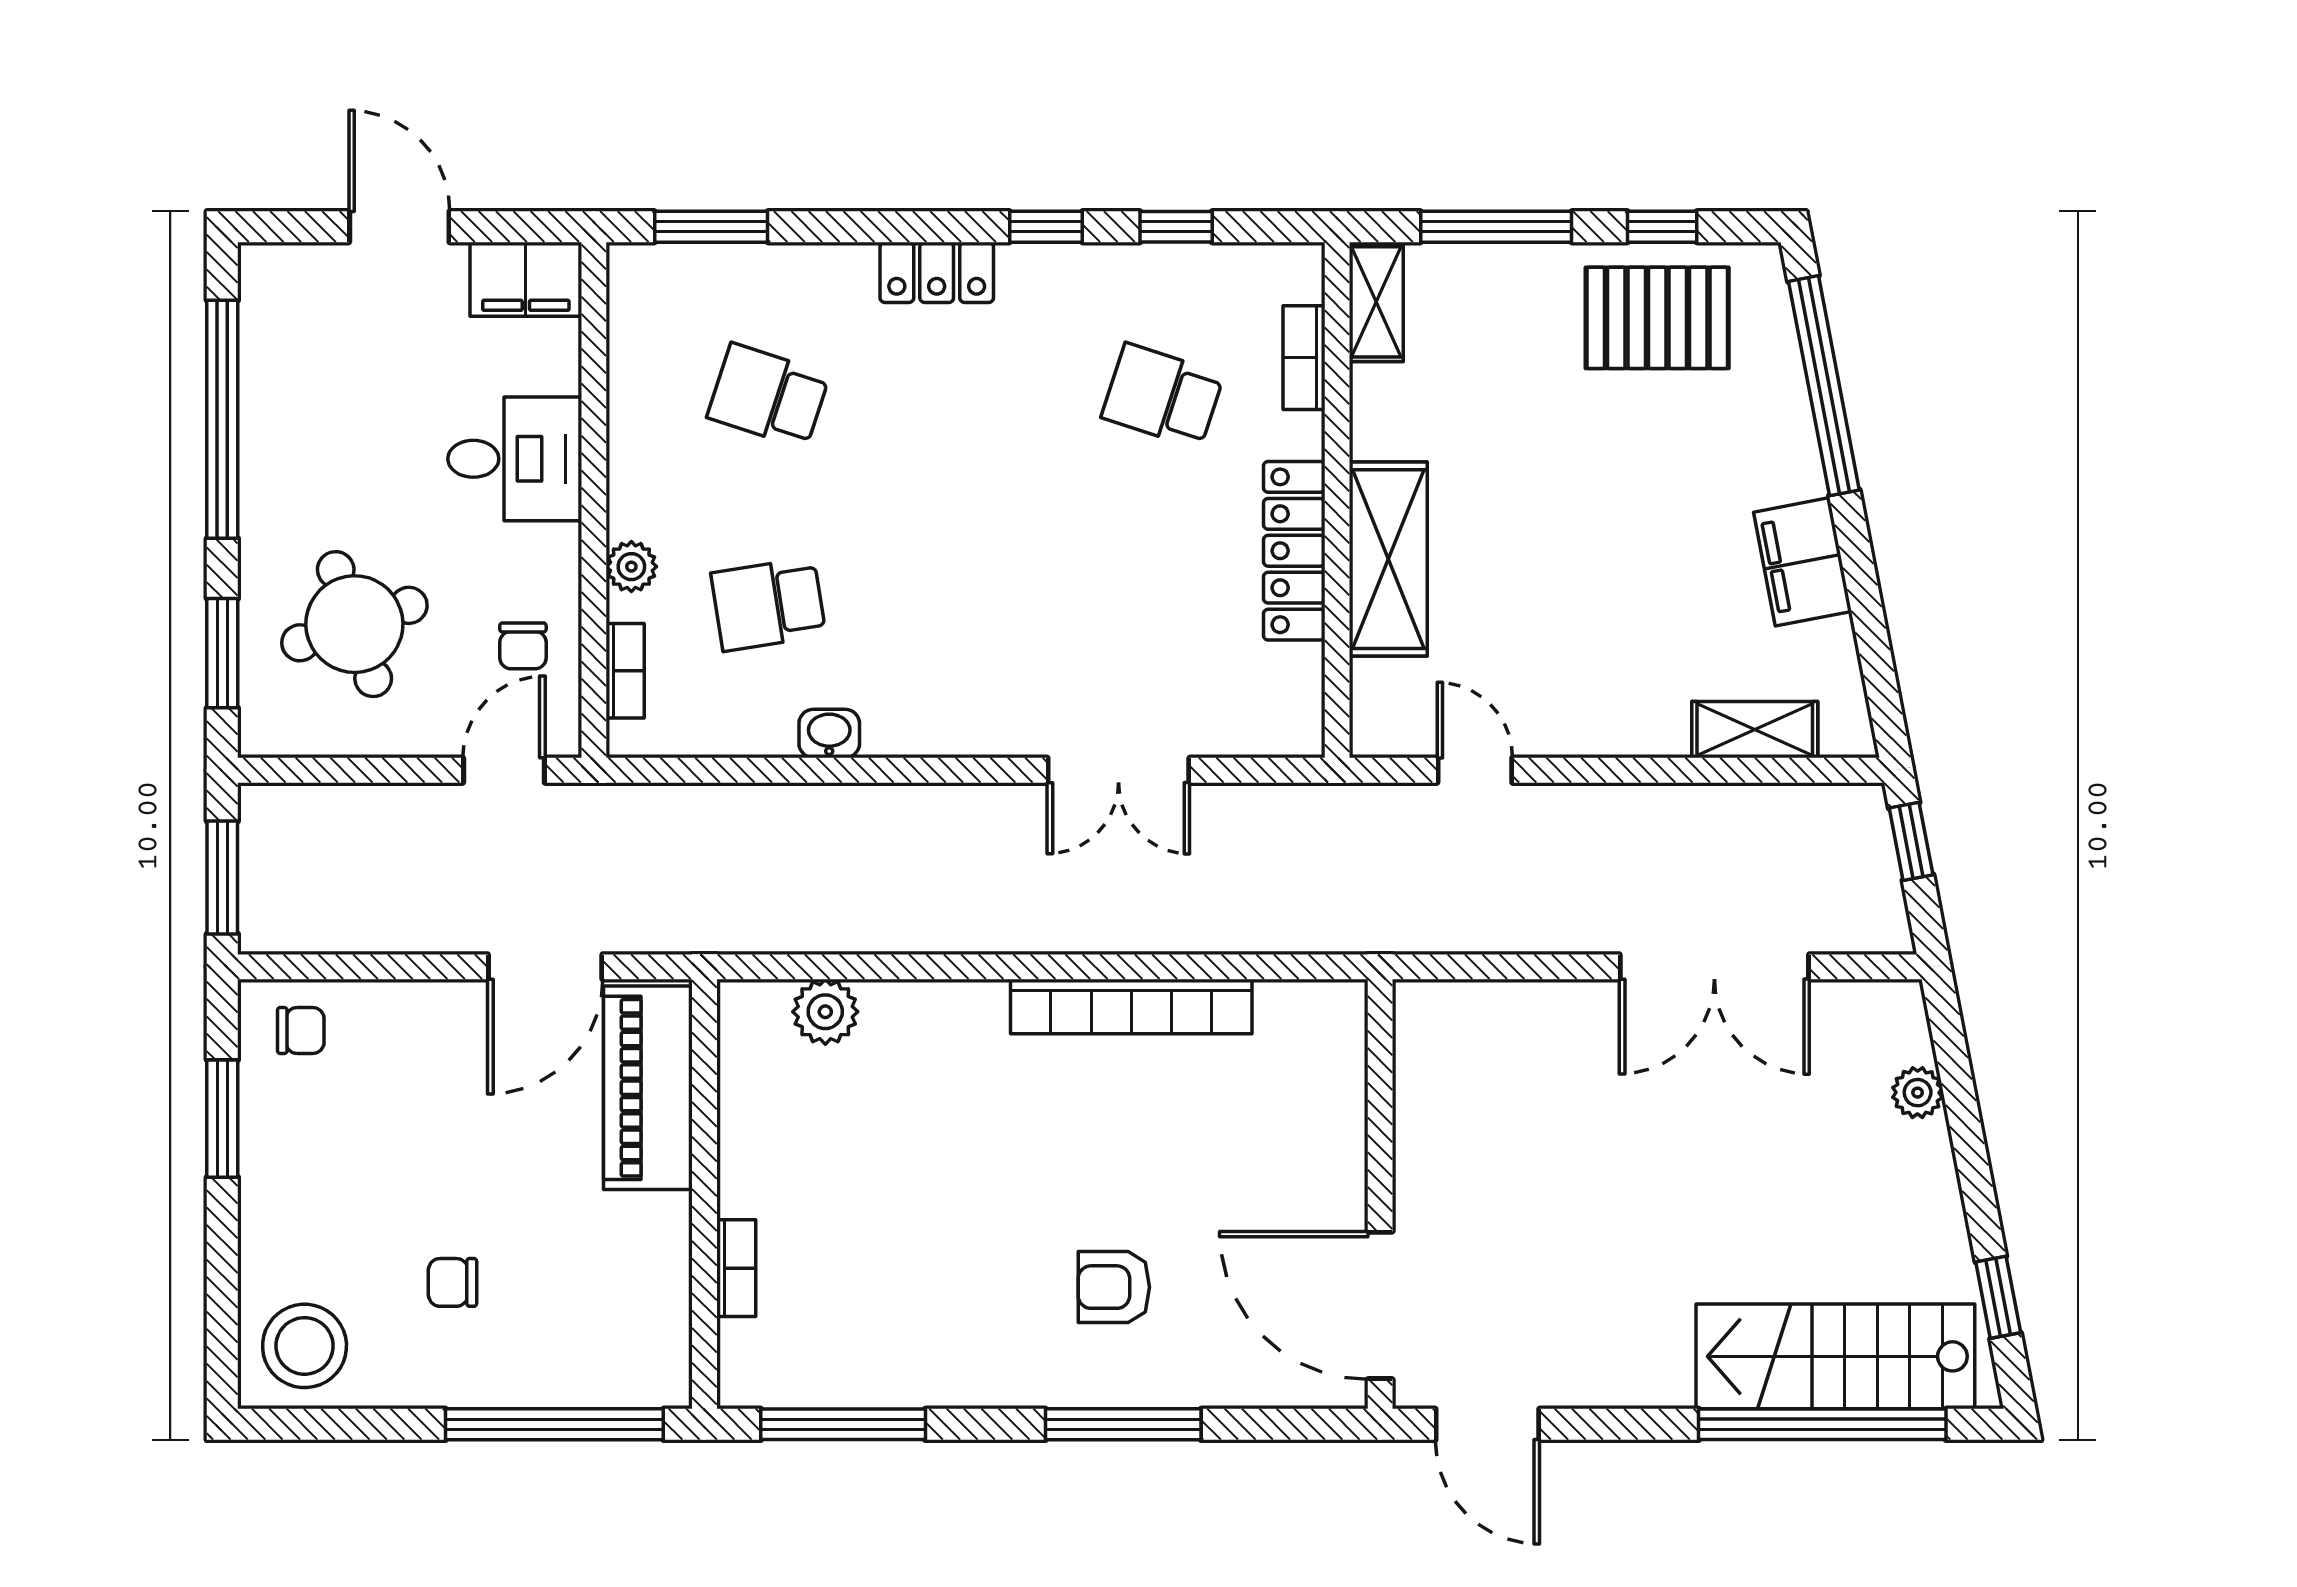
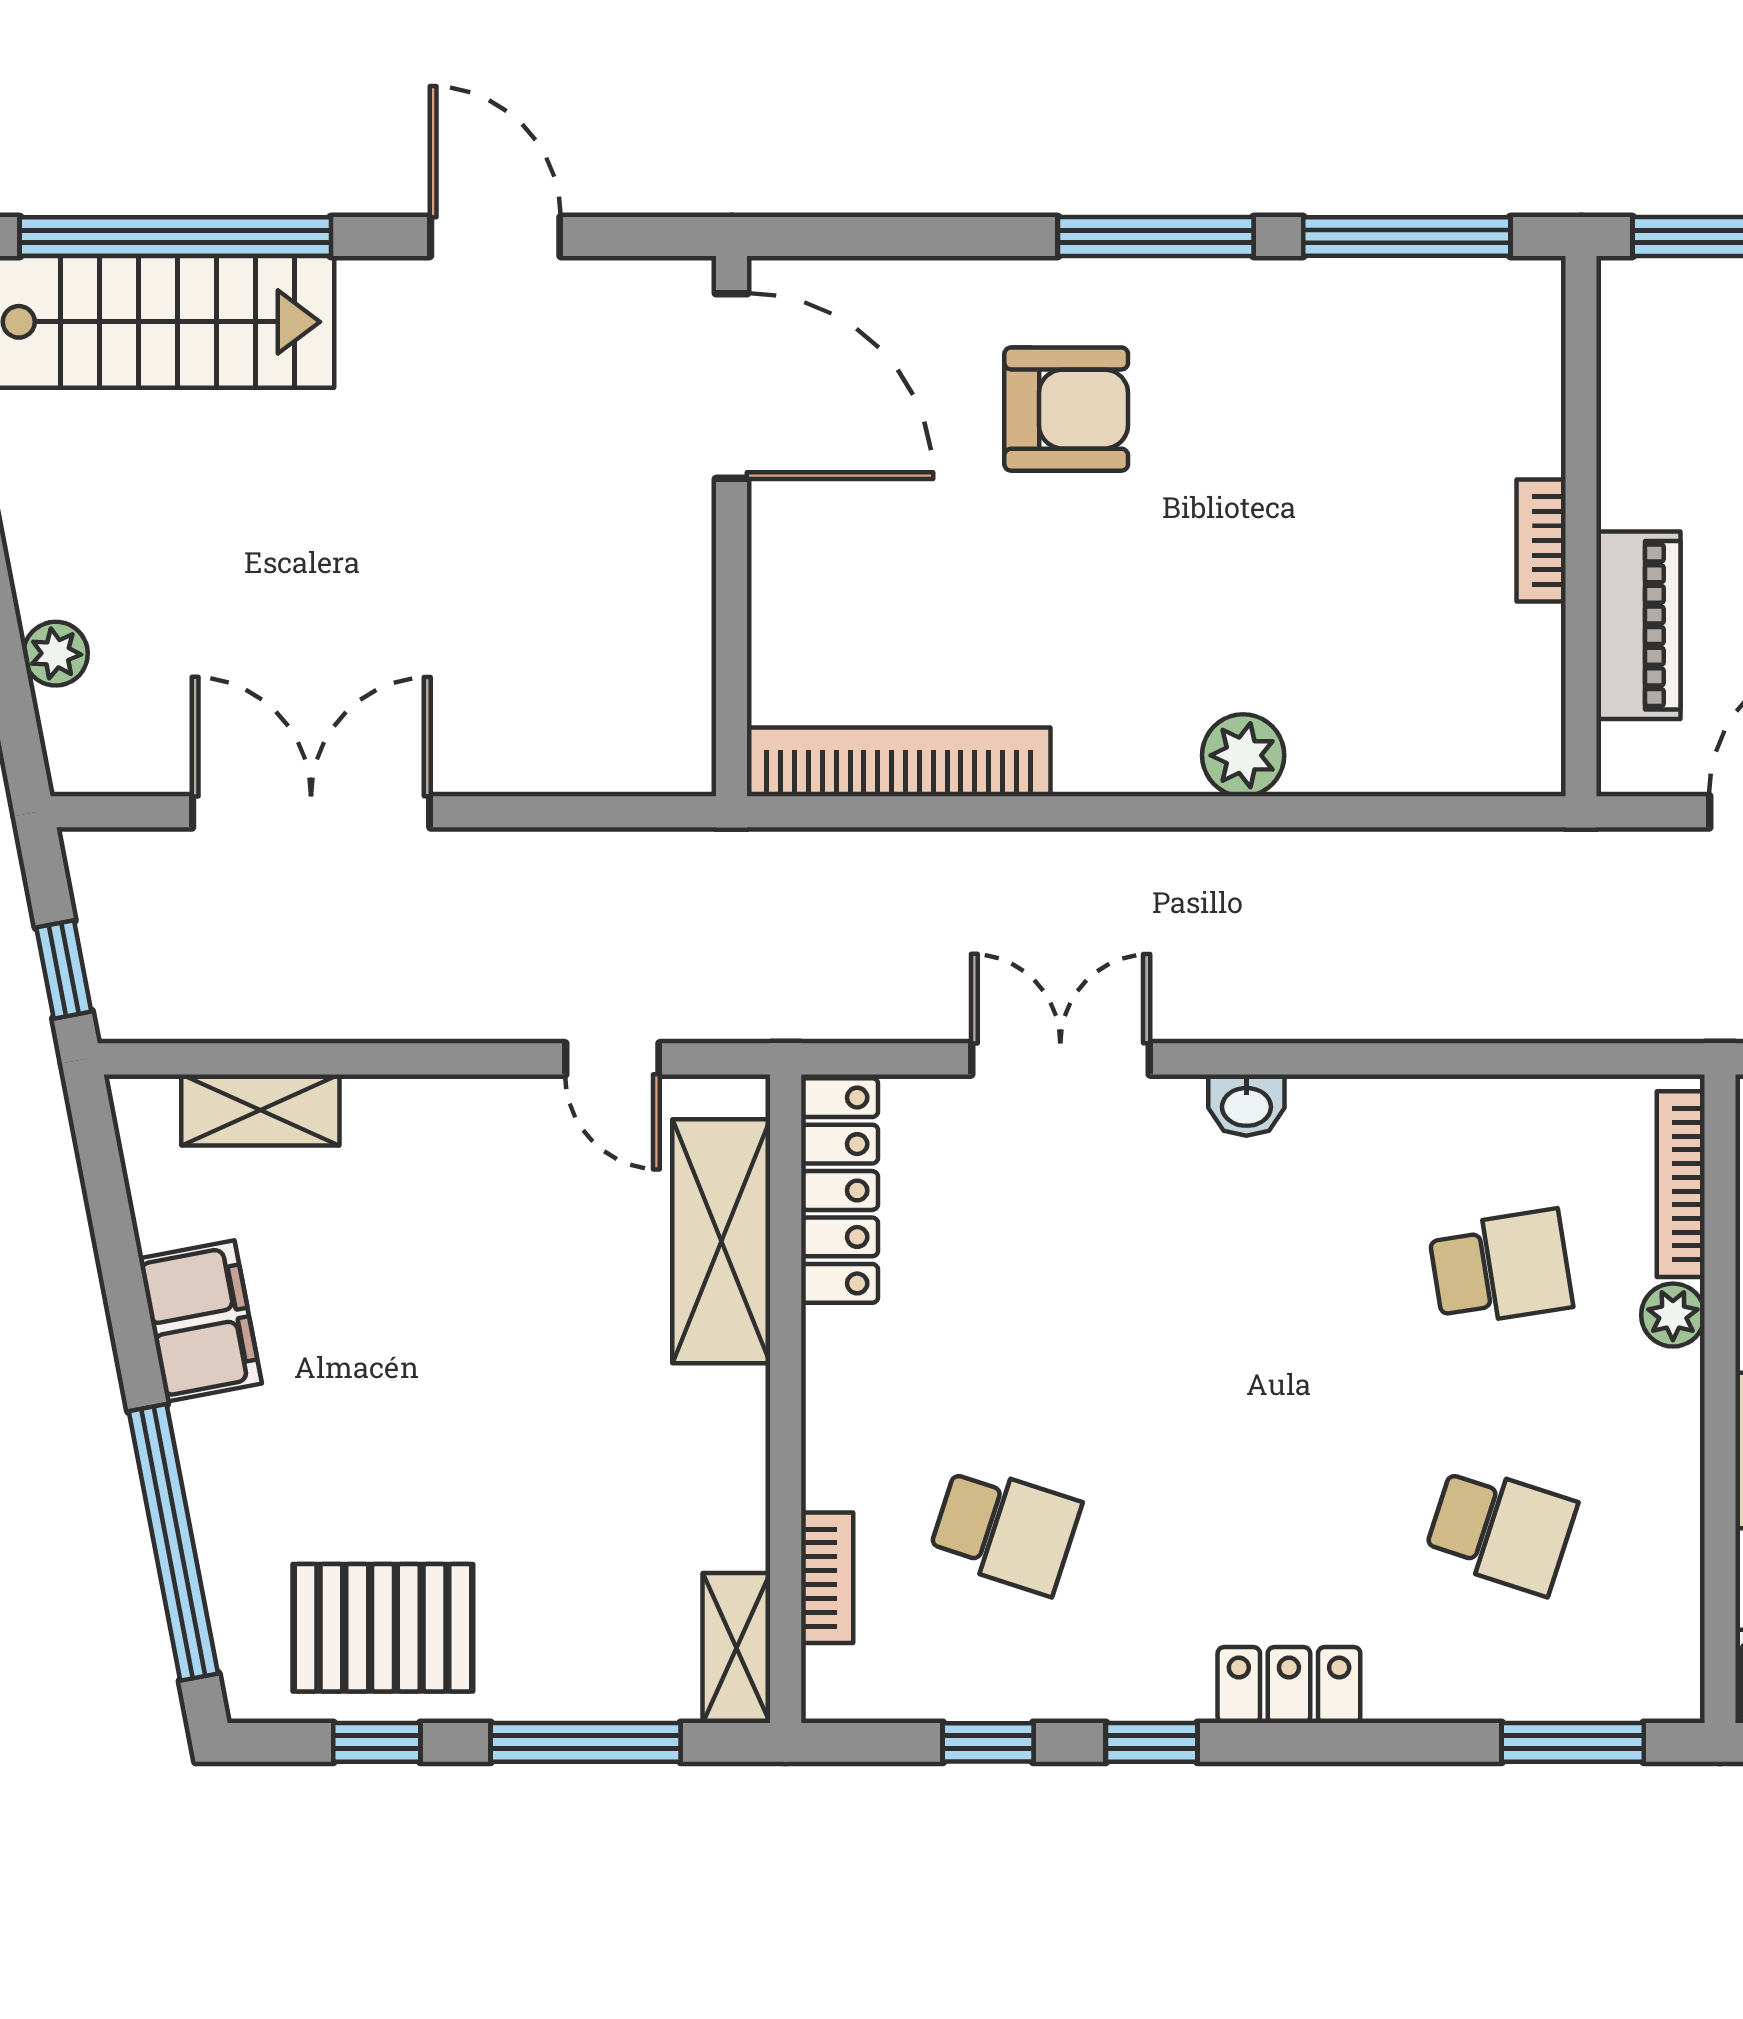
locker: (1294, 551) -> (839, 1190), moved
shelving: (1388, 559) -> (721, 1241), moved
bookcase: (625, 671) -> (1681, 1184), width x1.56
washbasin: (829, 734) -> (1246, 1105), moved
bookcase: (1131, 1006) -> (899, 762), moved
plant: (825, 1012) -> (1243, 755), moved
piano: (648, 1088) -> (1638, 625), width x0.73, depth x0.75
bookcase: (736, 1268) -> (1541, 540), moved
armchair: (1114, 1287) -> (1066, 409), width x1.38, depth x1.38
window: (1123, 1424) -> (1156, 236), moved
door: (1487, 1424) -> (495, 236), moved

